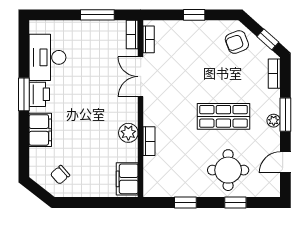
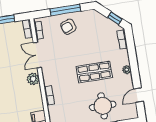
window: (194, 15) -> (65, 10), width x2.17
armchair: (237, 42) -> (68, 27), moved
window: (285, 115) -> (134, 65), removed
plant: (128, 133) -> (33, 79), moved

